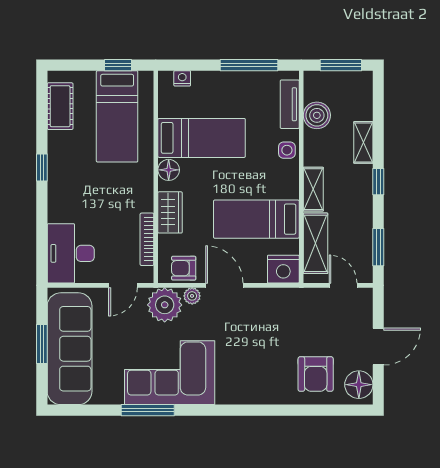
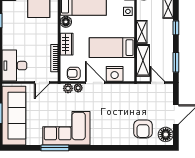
nightstand: (283, 269) -> (115, 74), moved
plant: (165, 305) -> (68, 88), width x0.53, depth x0.53

